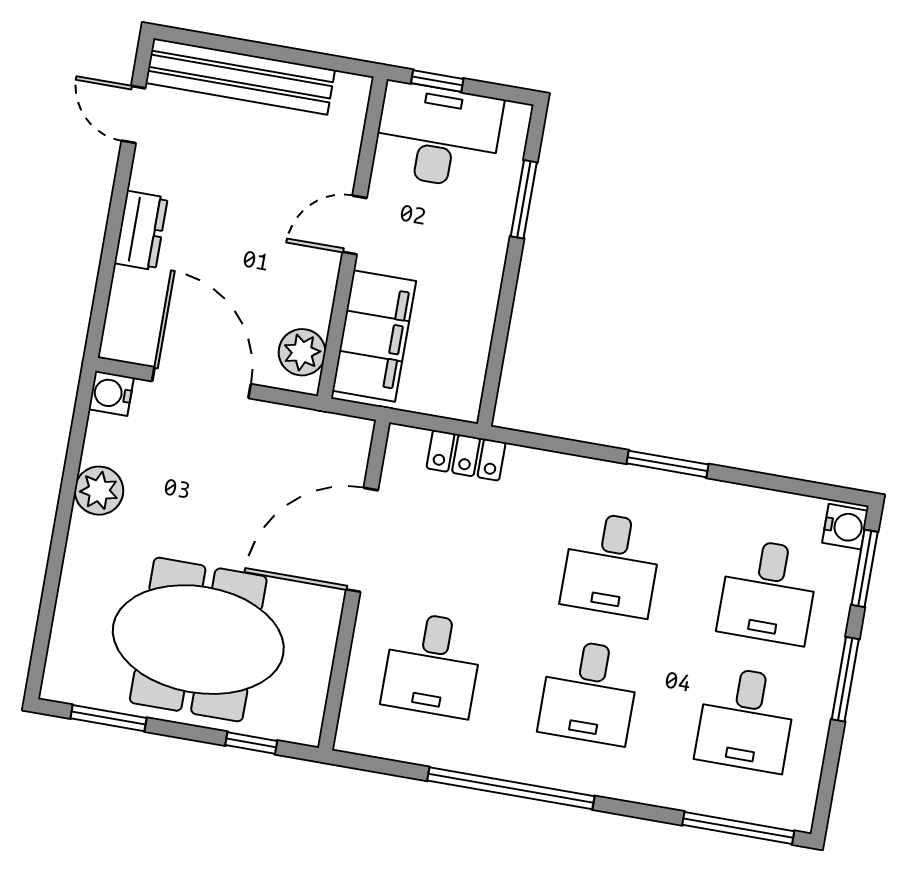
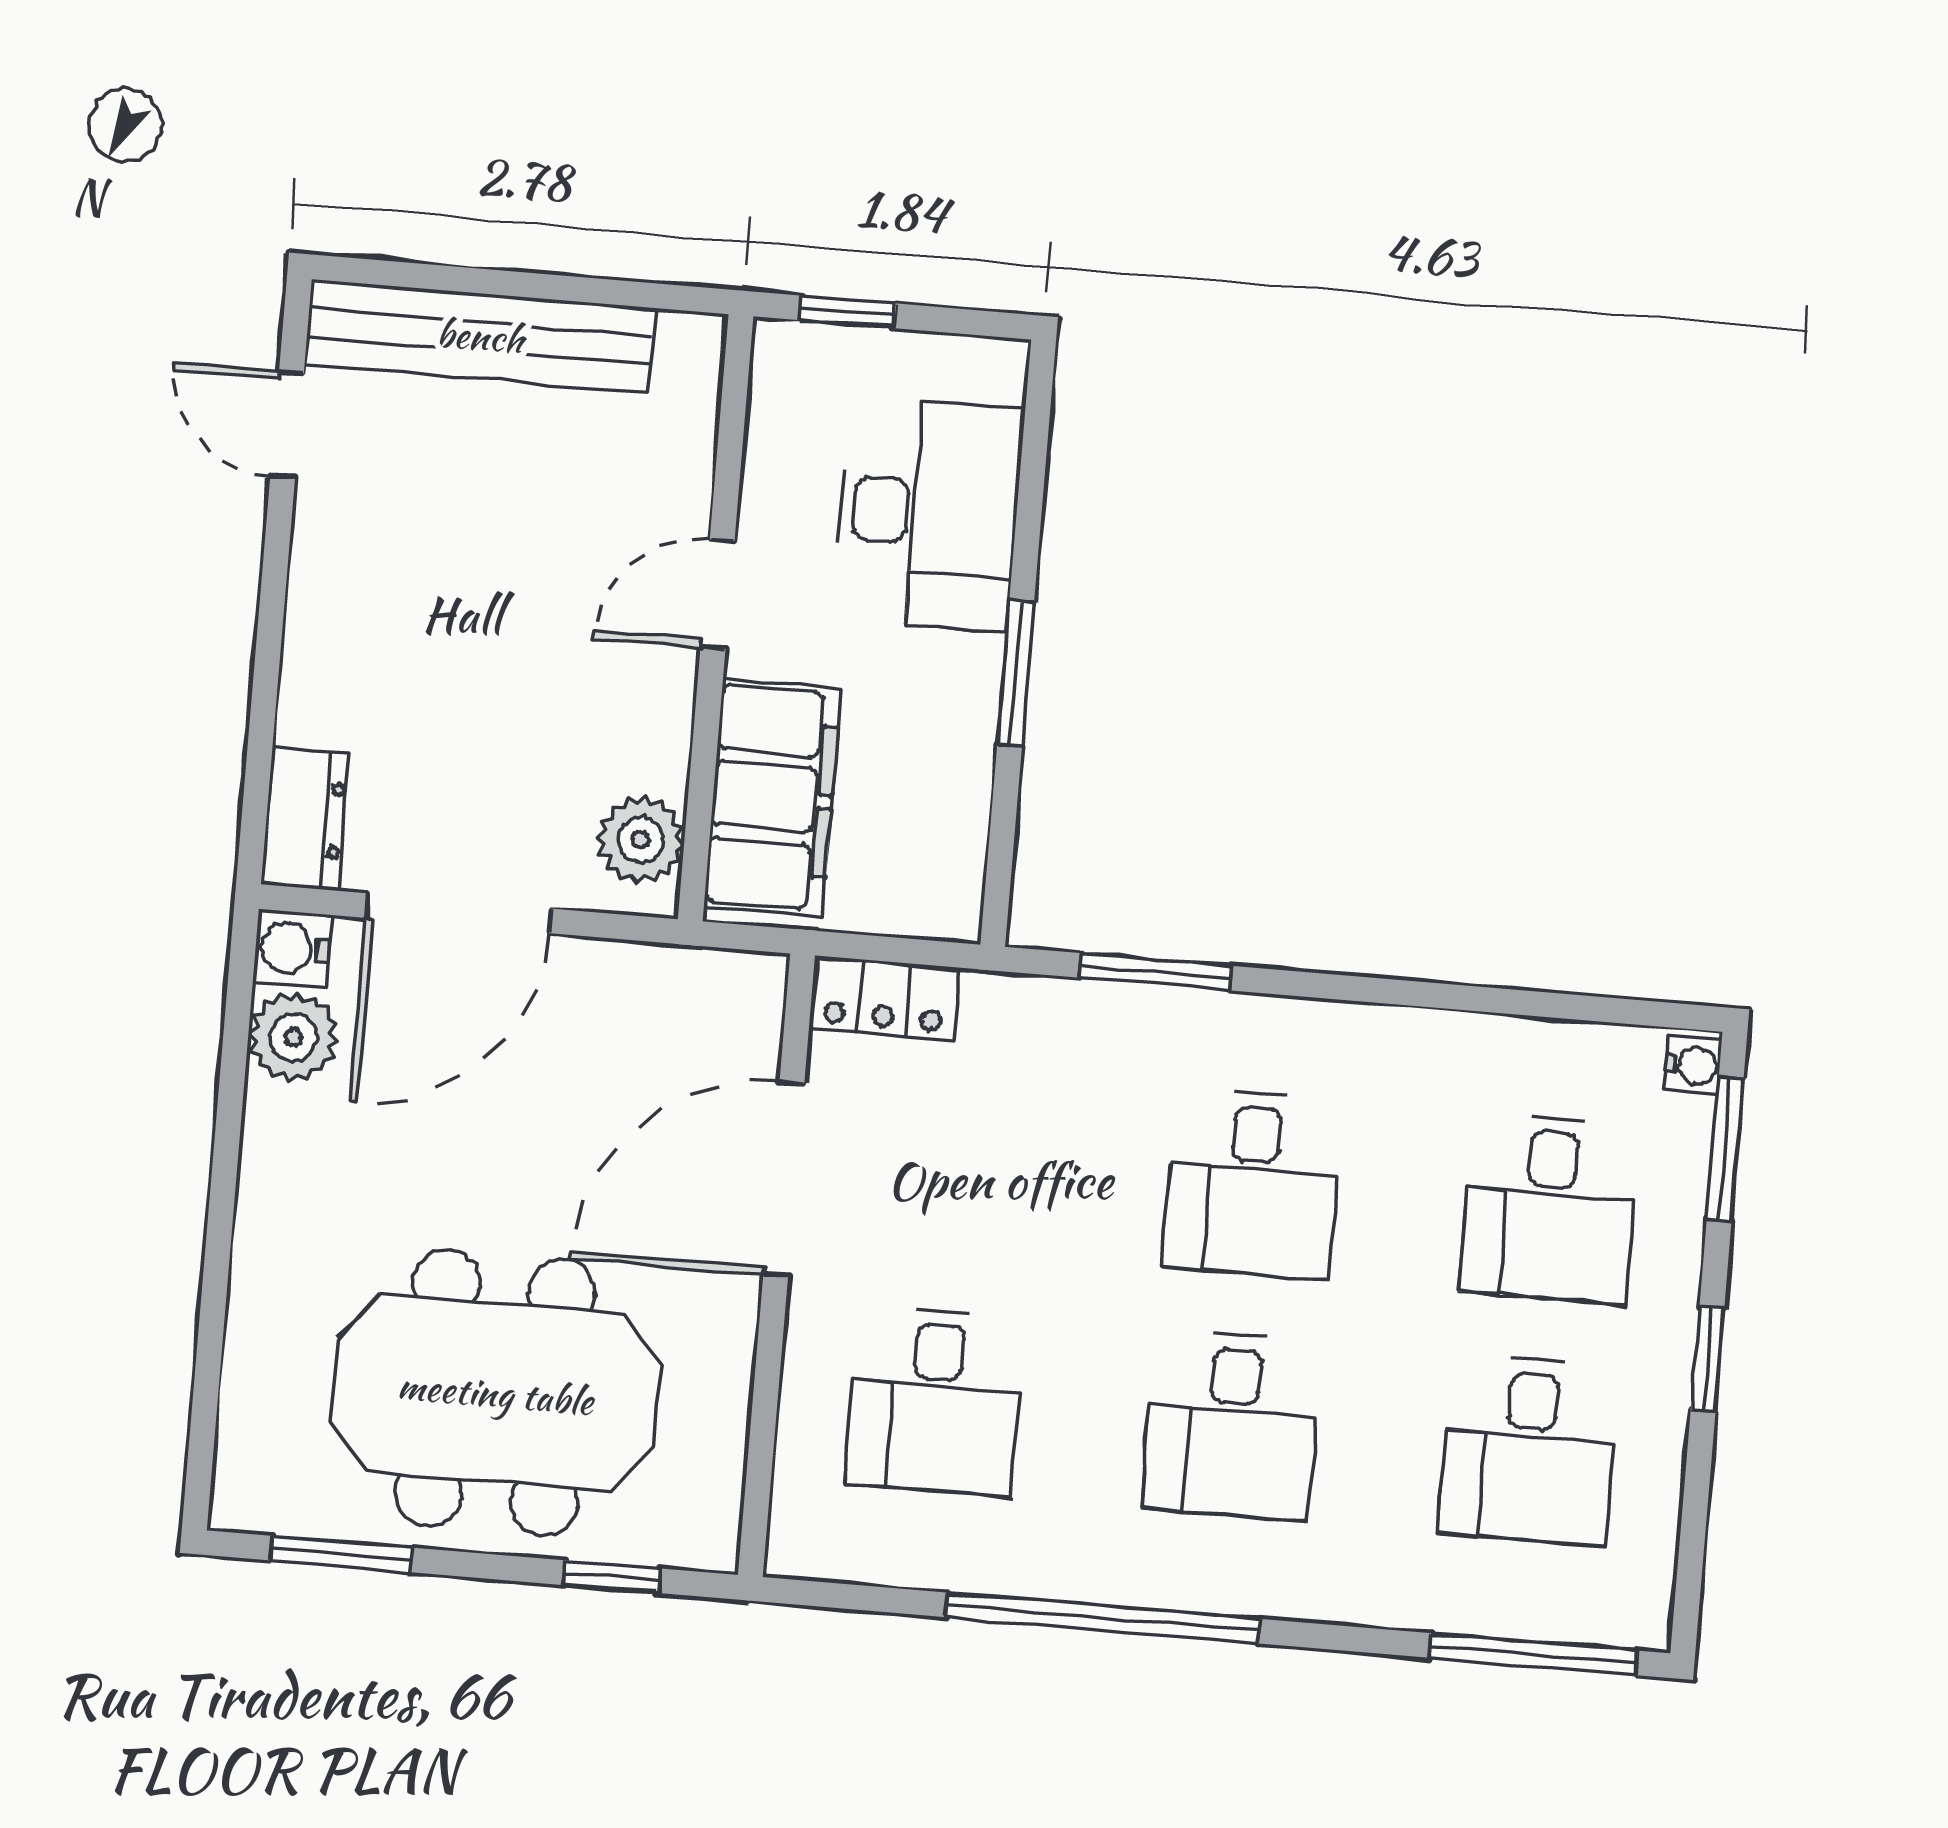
desk: (438, 136) -> (928, 514), moved, turned 90
window: (524, 199) -> (1016, 673), moved
dresser: (141, 230) -> (305, 819), moved
door: (201, 383) -> (458, 913), swing flipped
locker: (466, 455) -> (884, 998), moved
window: (668, 464) -> (1155, 972), moved
plant: (99, 491) -> (293, 1037), moved
water cooler: (845, 527) -> (1693, 1065), width x0.72, depth x0.72
window: (845, 679) -> (1707, 1359), width x0.67

